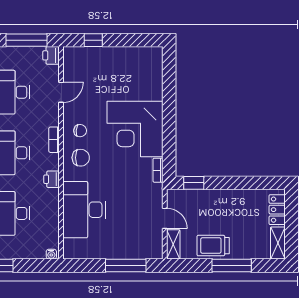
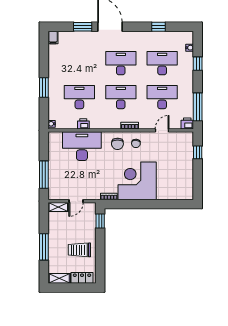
door: (61, 92) -> (162, 130), swing flipped
printer: (52, 179) -> (83, 124), moved
trolley: (213, 246) -> (79, 250), moved, turned -90

